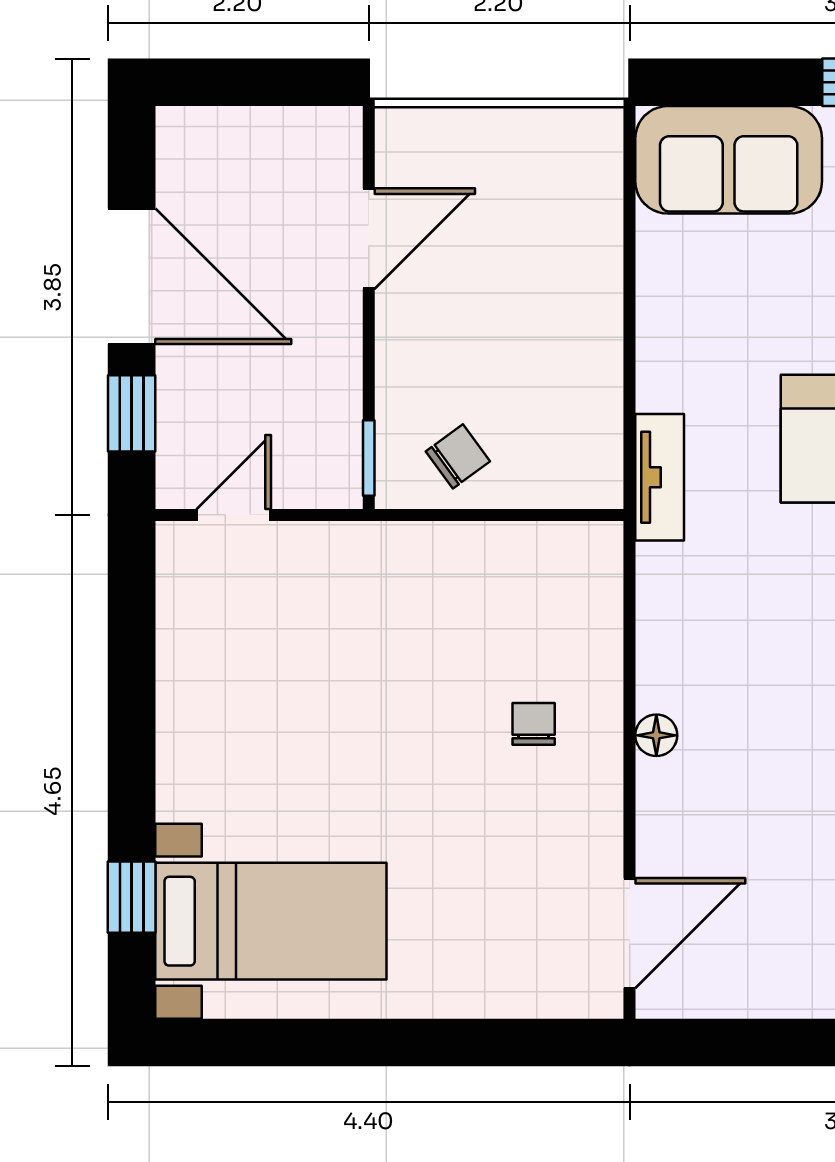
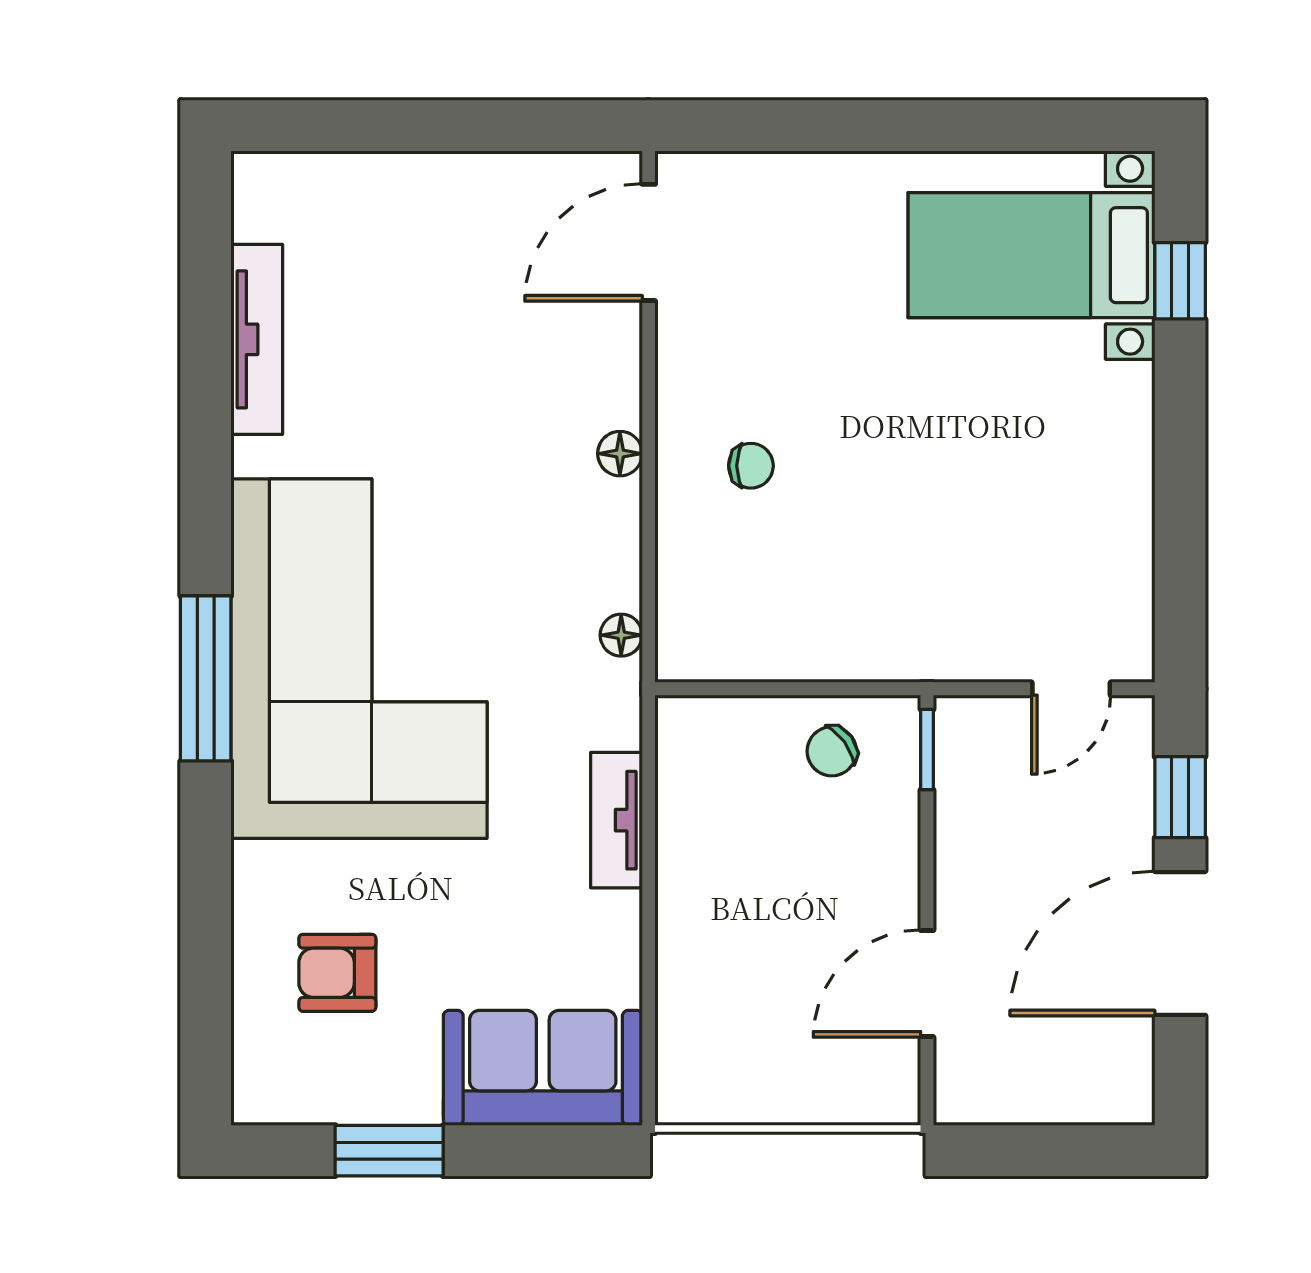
door: (132, 276) -> (1180, 943), hinge flipped
tv unit: (660, 477) -> (616, 820), moved
floor lamp: (655, 565) -> (621, 635), added
chair: (534, 724) -> (751, 466), turned -90

